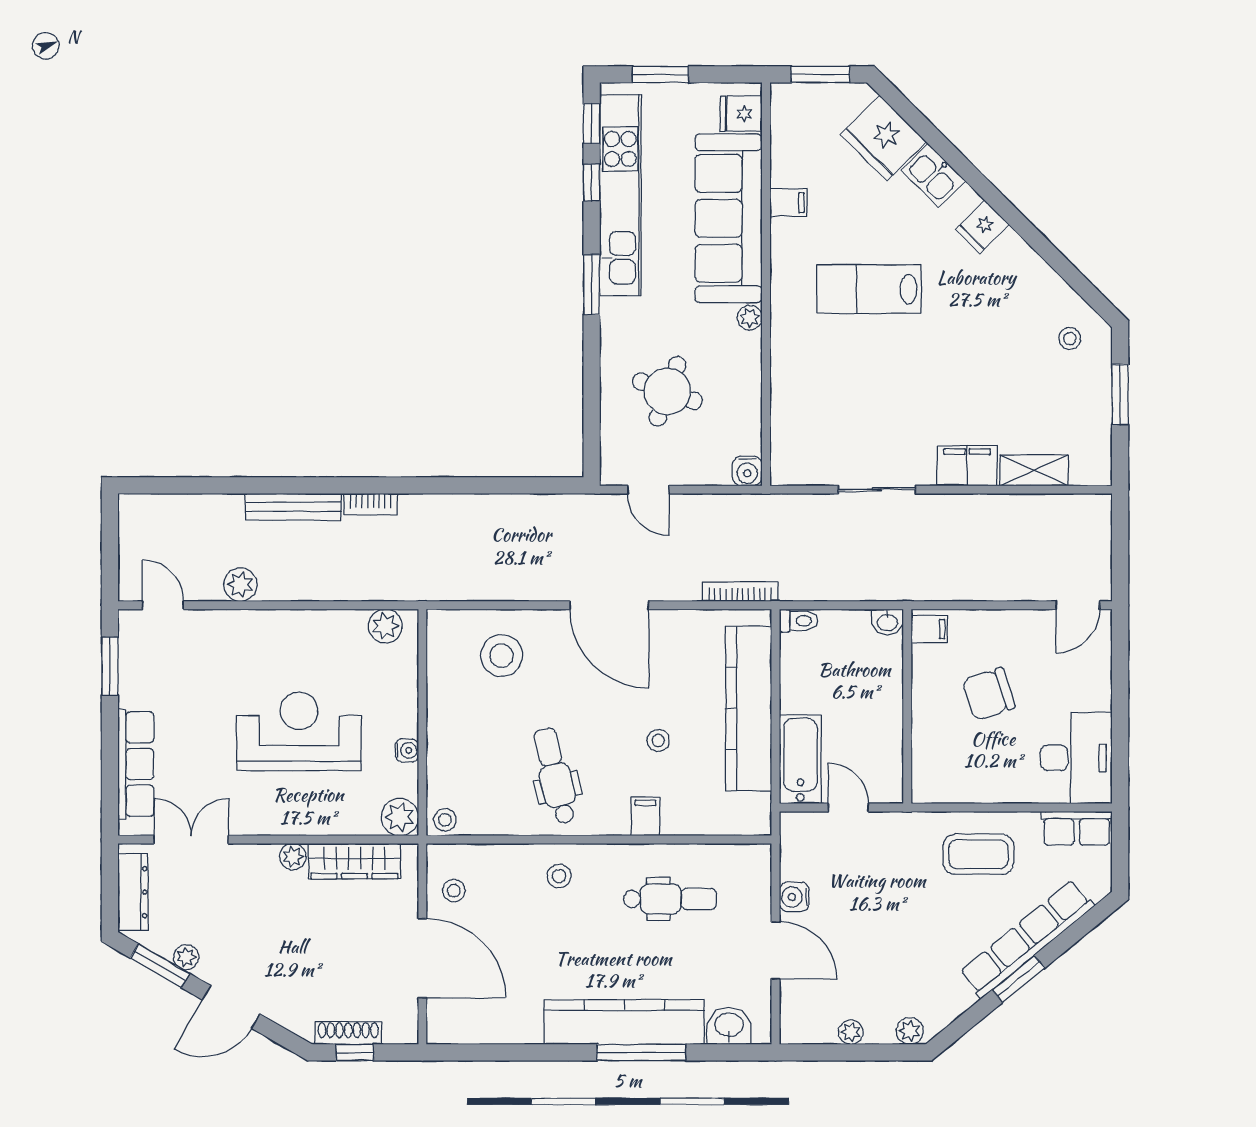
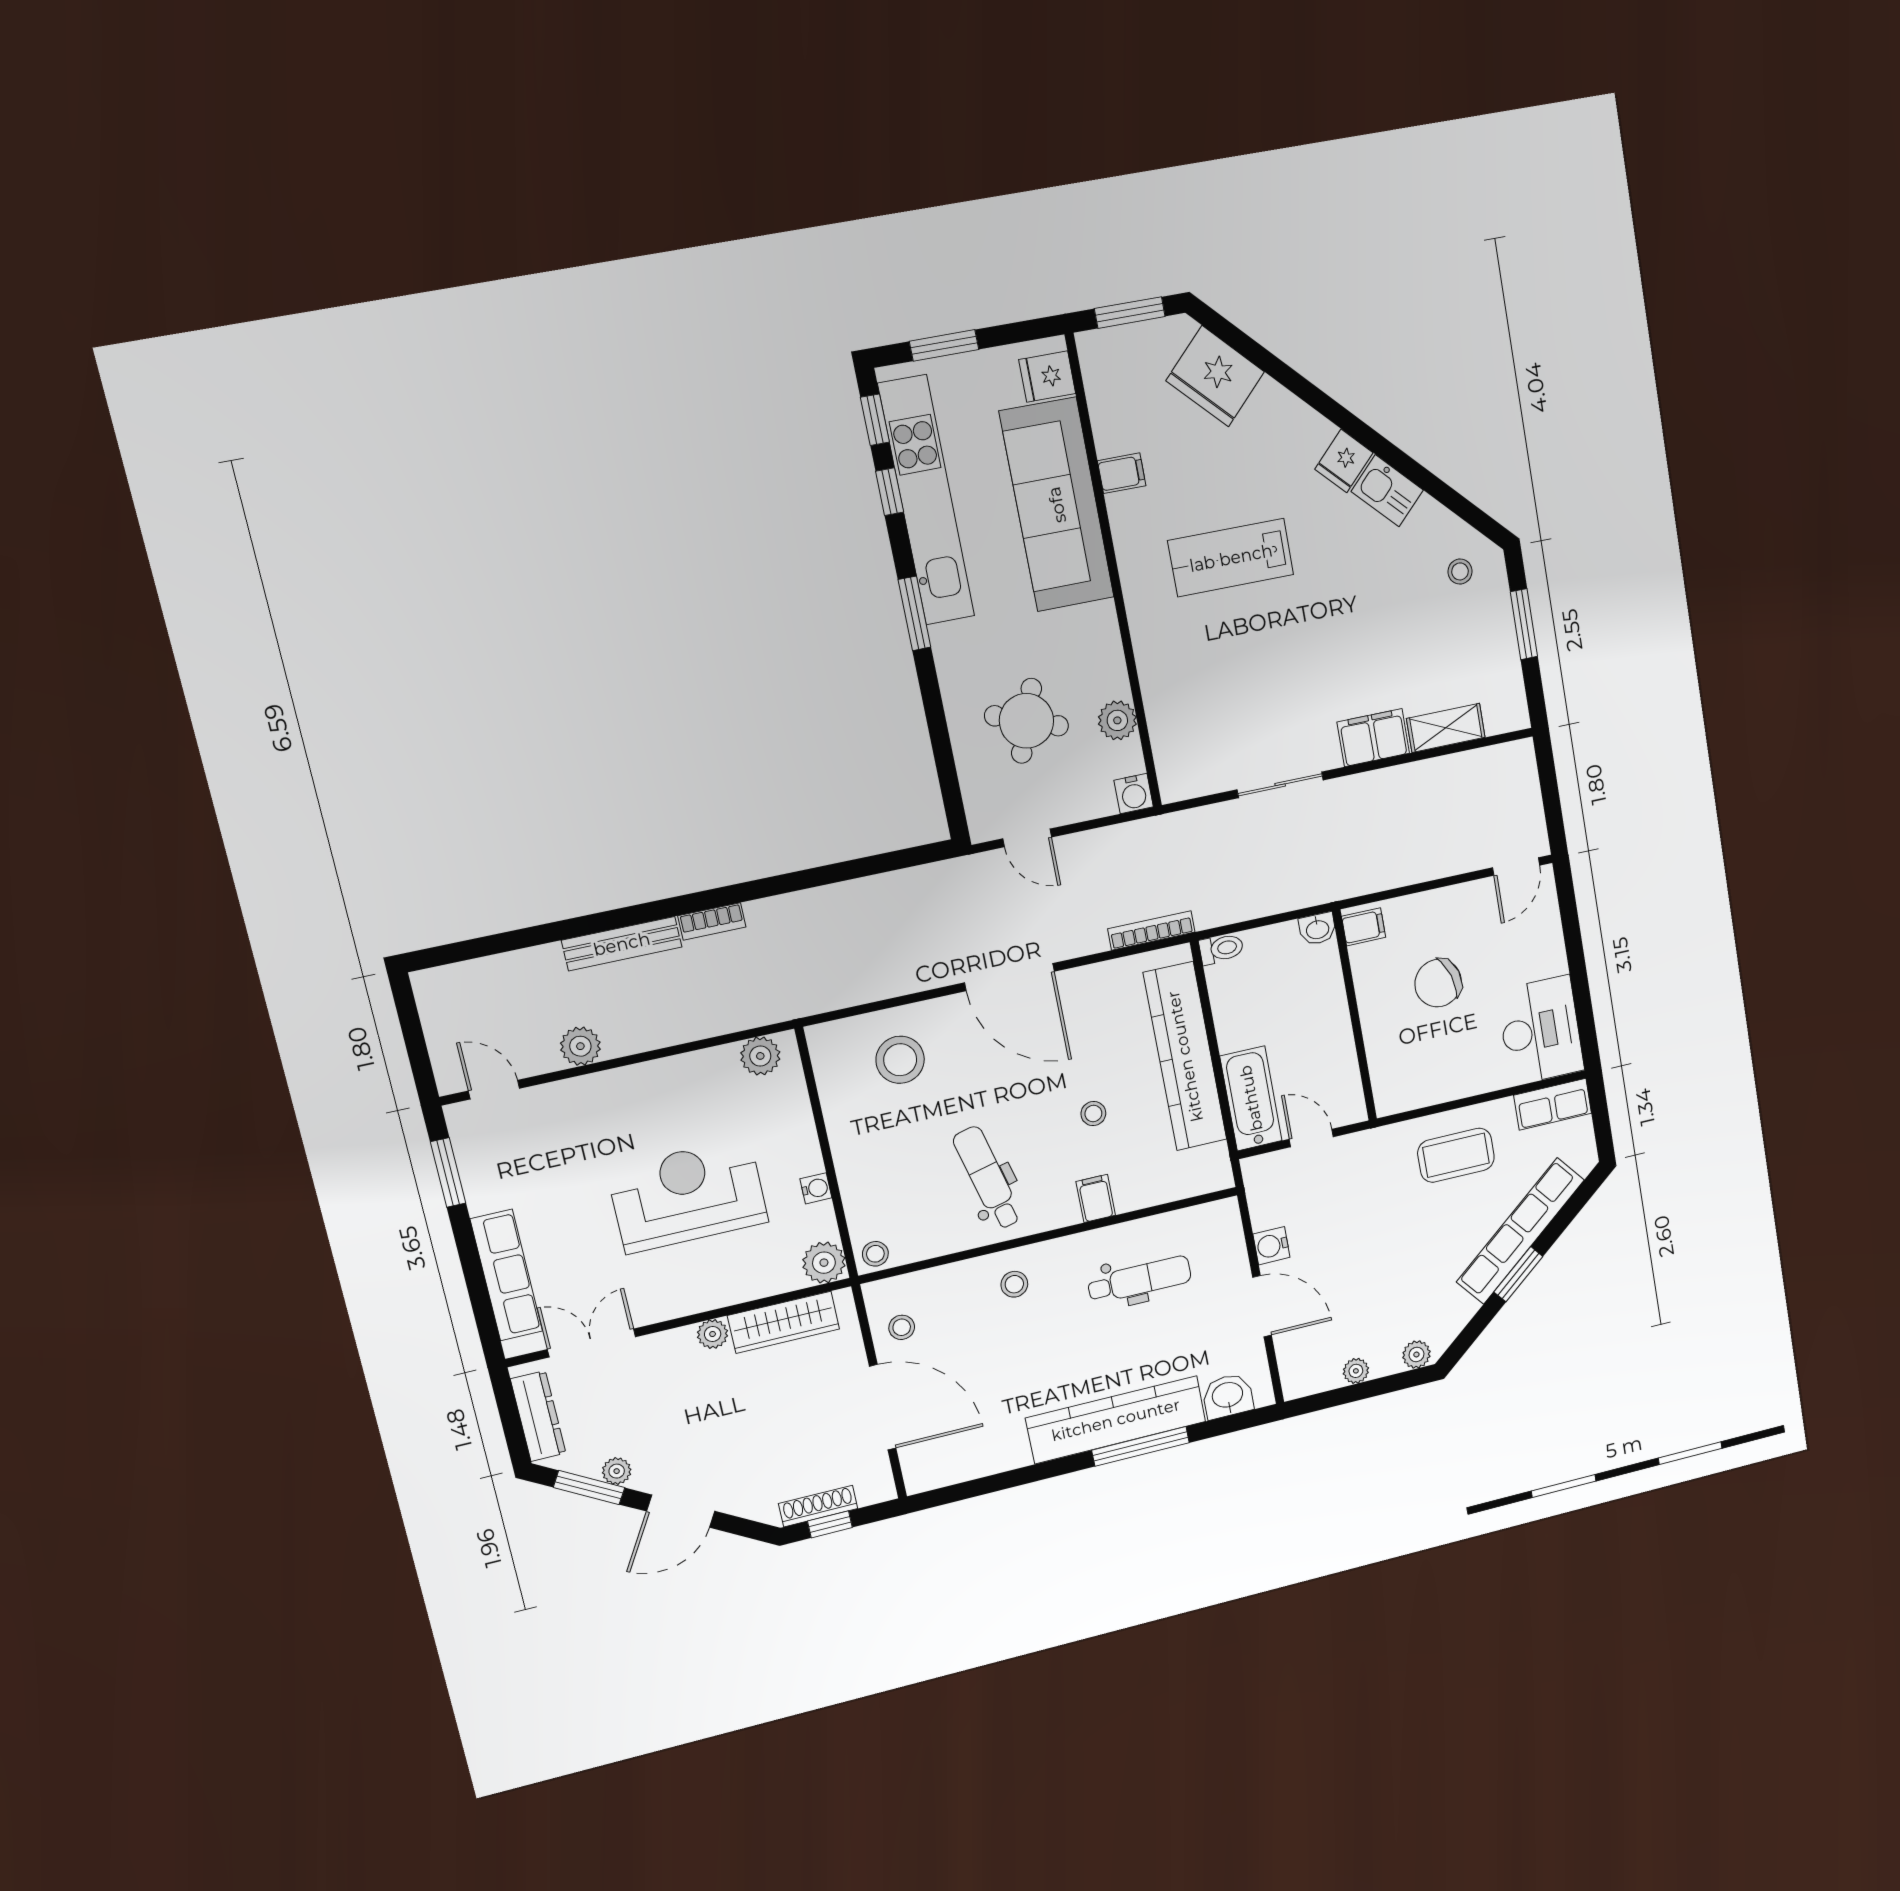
kitchen sink: (933, 176) -> (1387, 491), moved
plant: (750, 318) -> (1117, 720), moved, width x1.38, depth x1.38

